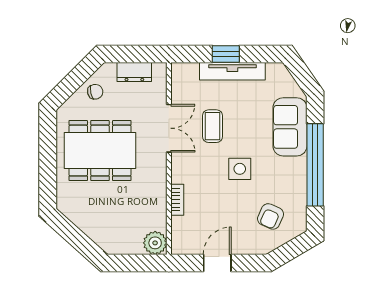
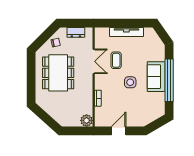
window: (226, 54) -> (123, 23), removed
sofa: (290, 127) -> (156, 77), moved
dining table: (100, 151) -> (58, 73), turned 90
armchair: (271, 216) -> (146, 107), removed

